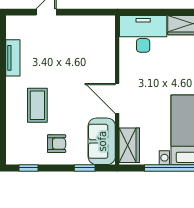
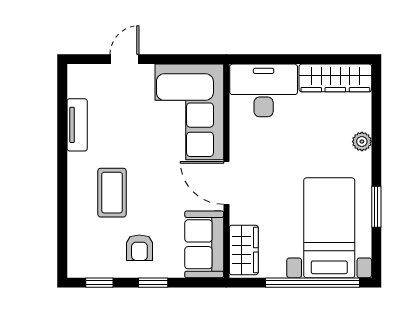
corner sofa: (91, 49) -> (189, 112), added
armchair: (57, 144) -> (139, 248), turned 90
window: (85, 168) -> (153, 283), moved

